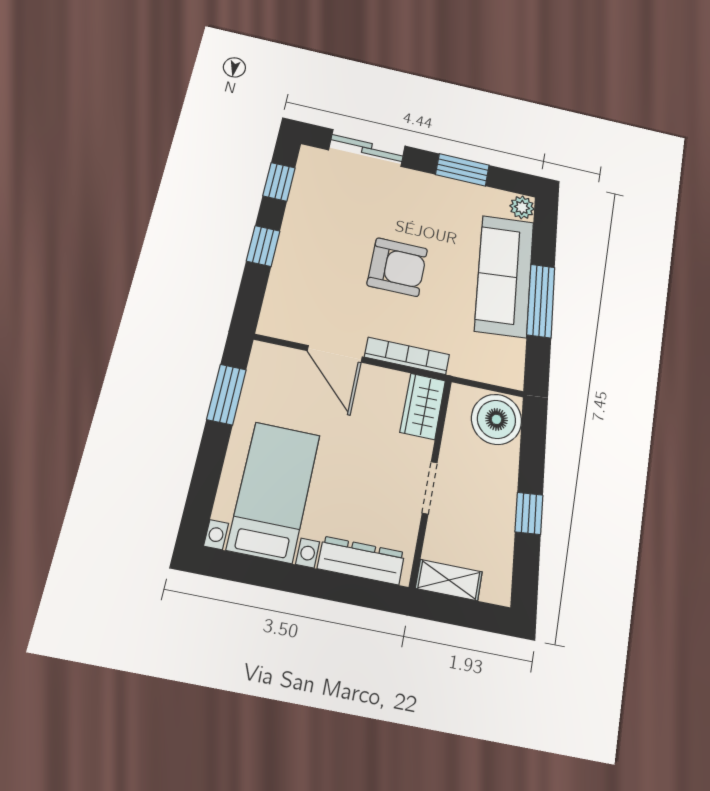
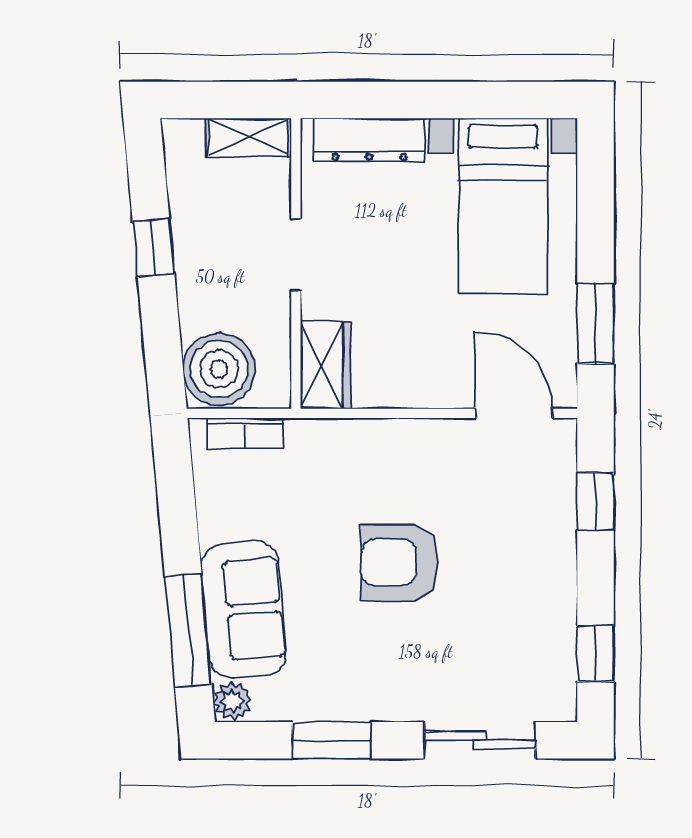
window: (263, 246) -> (596, 502), moved
sofa: (504, 276) -> (244, 610), width x0.73
window: (541, 301) -> (188, 631), moved
door: (335, 354) -> (514, 413), moved
bookcase: (407, 356) -> (246, 433), moved, width x0.64

